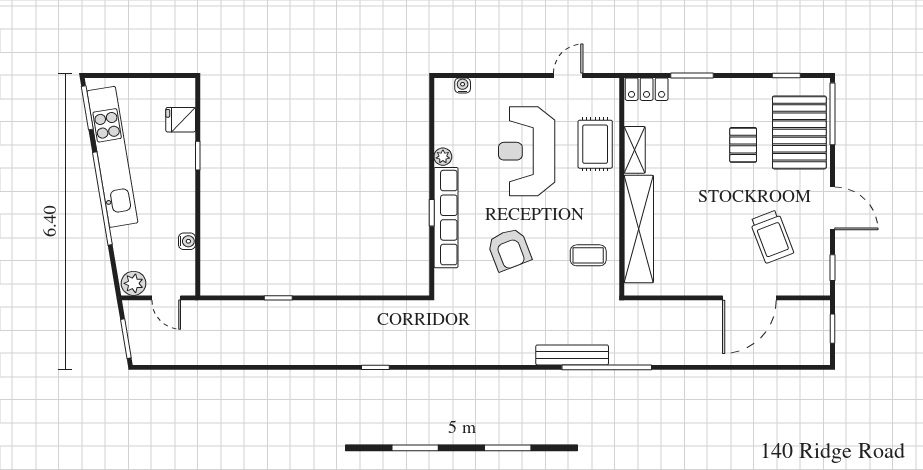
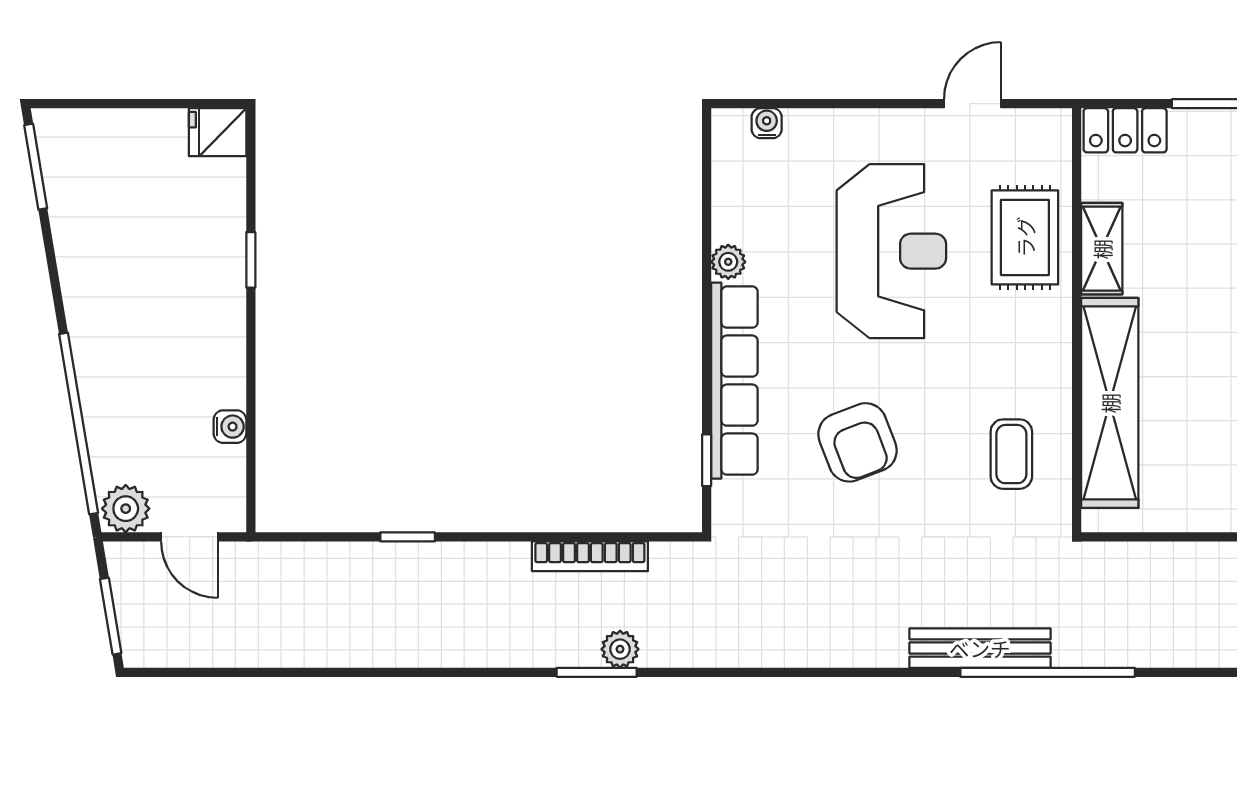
fridge: (181, 120) -> (218, 132), moved
reception desk: (527, 151) -> (891, 251), turned 180
kitchen unit: (112, 157) -> (85, 262), removed
window: (102, 199) -> (79, 423), moved
window: (432, 213) -> (707, 460), moved
coffee table: (588, 255) -> (1011, 454), turned 90
bookcase: (372, 308) -> (590, 556), added
plant: (387, 356) -> (620, 649), added
window: (375, 367) -> (597, 672), width x1.50

